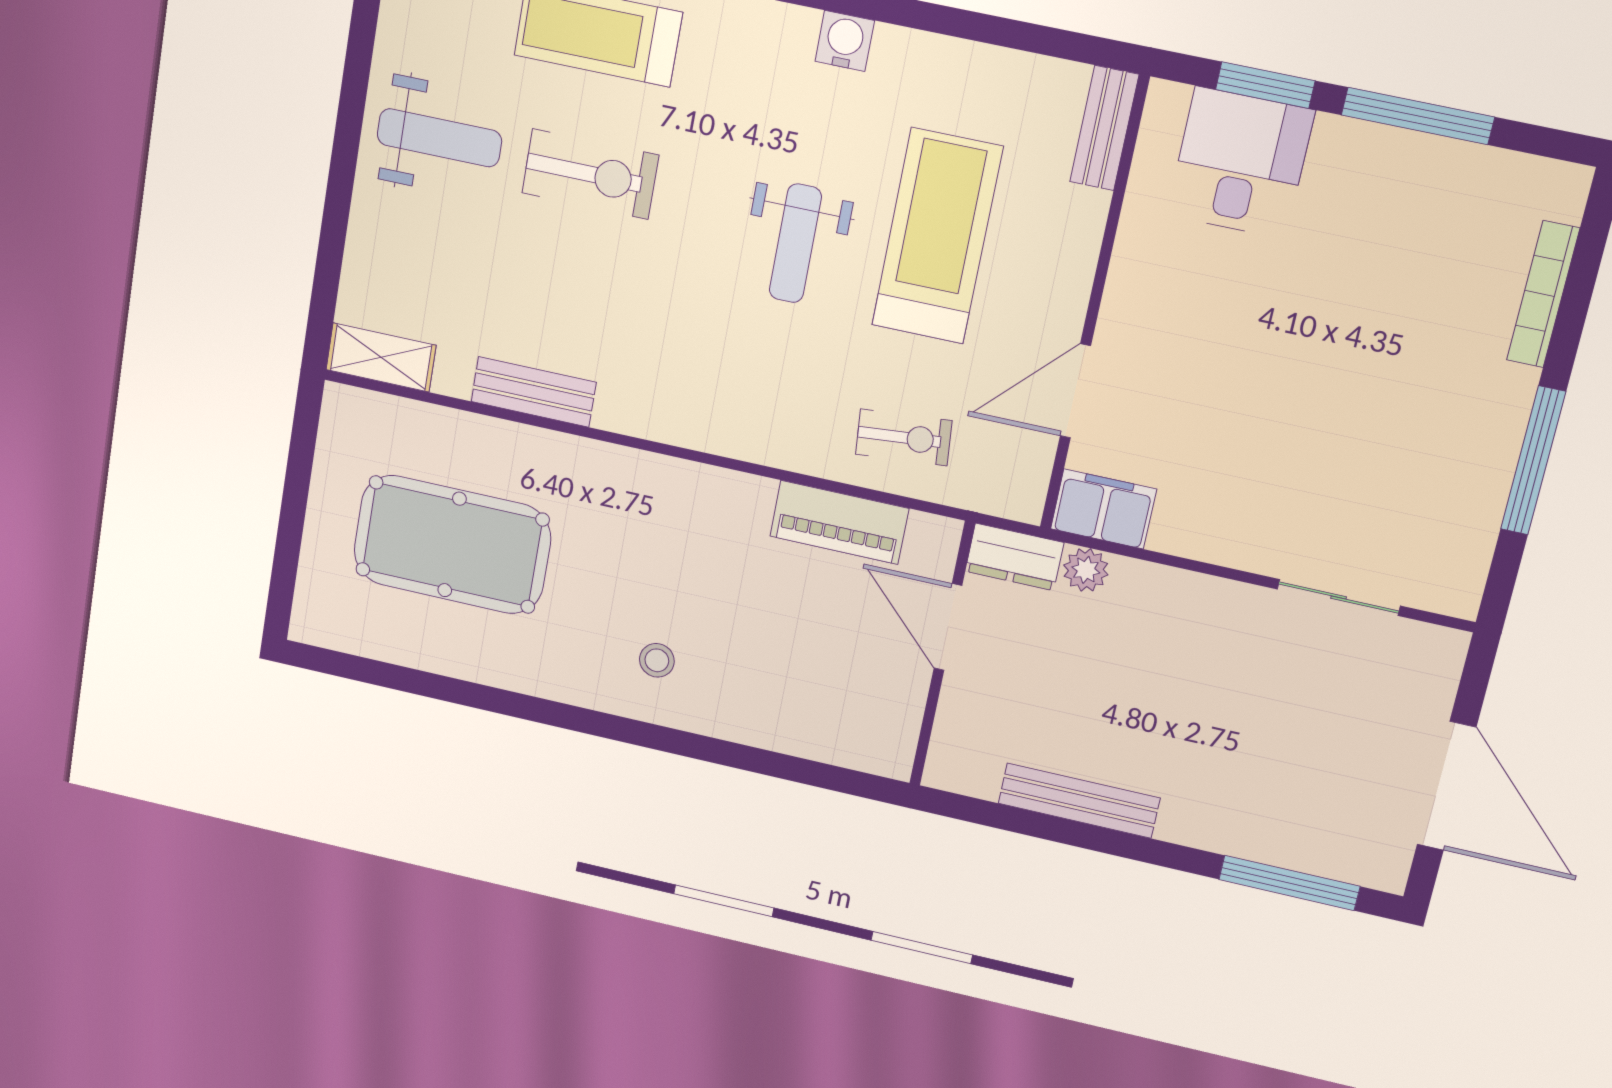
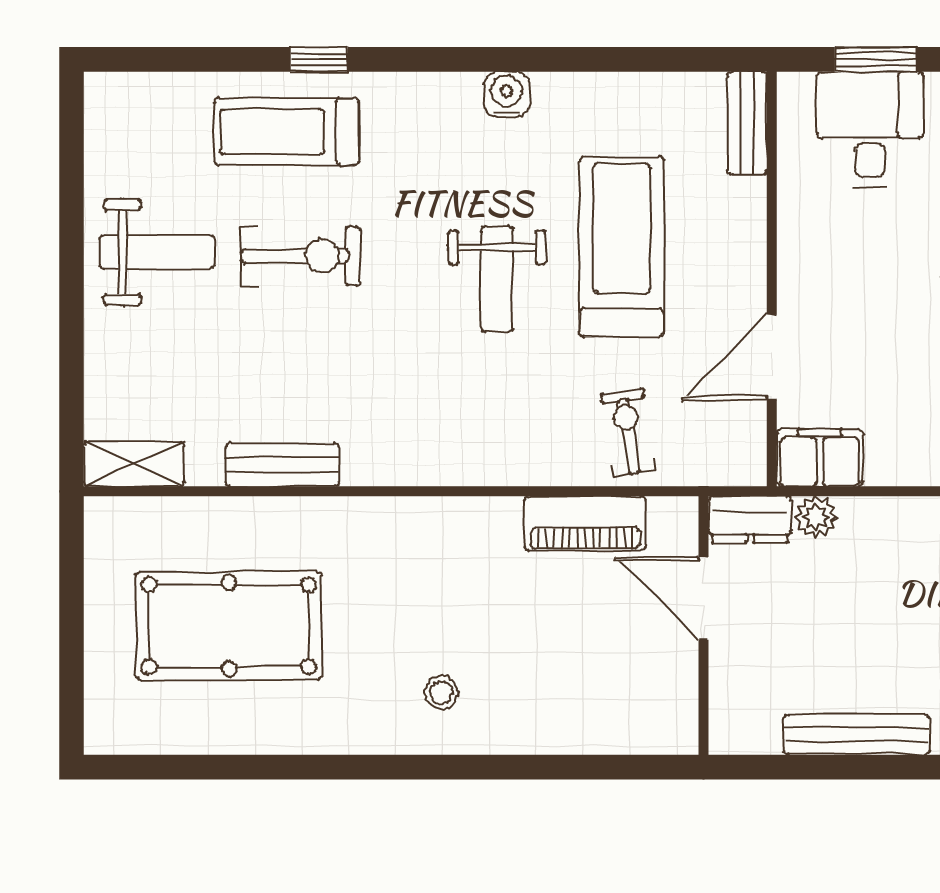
exercise bike: (904, 437) -> (628, 432), turned -94

